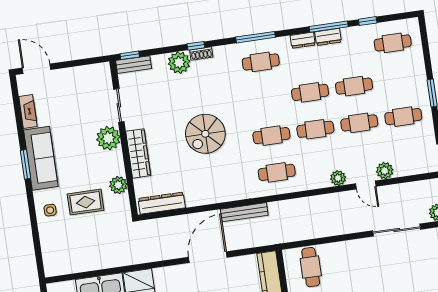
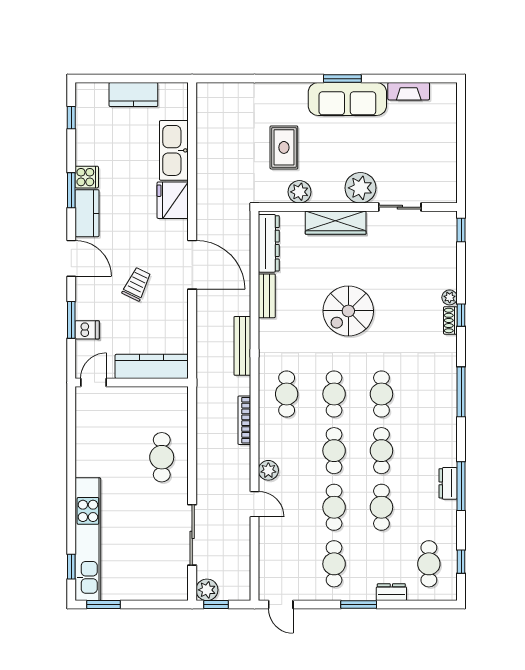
window: (368, 21) -> (461, 562), moved
dresser: (303, 40) -> (391, 592), moved, turned 90
cafe table: (261, 62) -> (381, 394), moved
plant: (179, 63) -> (450, 297), width x0.53, depth x0.53
bench: (134, 65) -> (267, 296), moved
door: (37, 69) -> (461, 110), removed
spiral stairs: (205, 134) -> (348, 311), turned -90
plant: (385, 171) -> (269, 531), removed
door: (366, 185) -> (254, 504), swing flipped
bookcase: (302, 202) -> (244, 420), added
side table: (50, 210) -> (280, 101), removed
door: (208, 257) -> (192, 265), moved
cafe table: (311, 267) -> (162, 457), moved, turned 90

